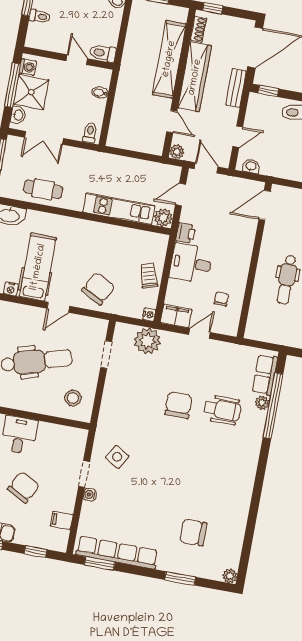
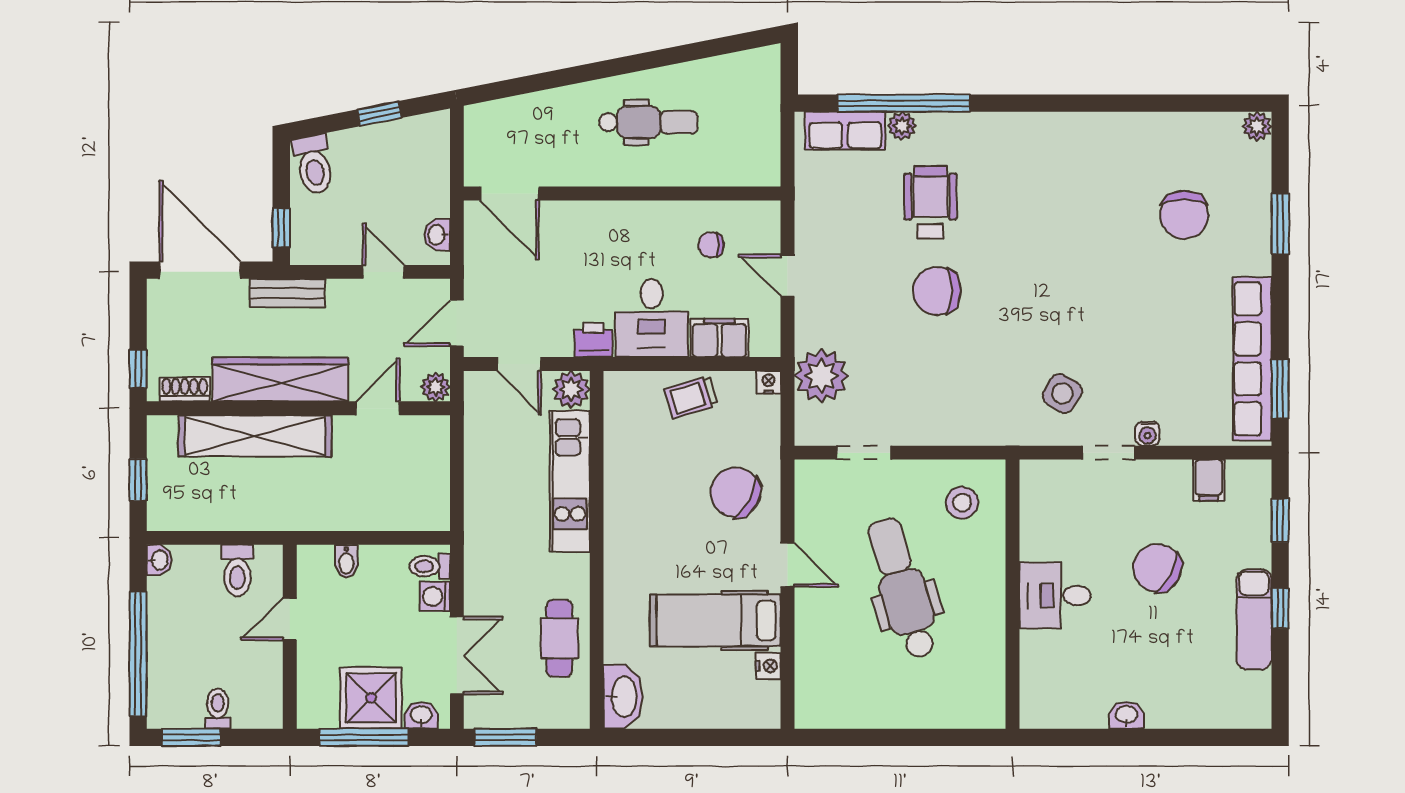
toilet: (103, 53) -> (237, 570), moved
washing machine: (28, 67) -> (435, 596), moved, turned -90
filing cabinet: (176, 316) -> (719, 338), moved, turned 90

